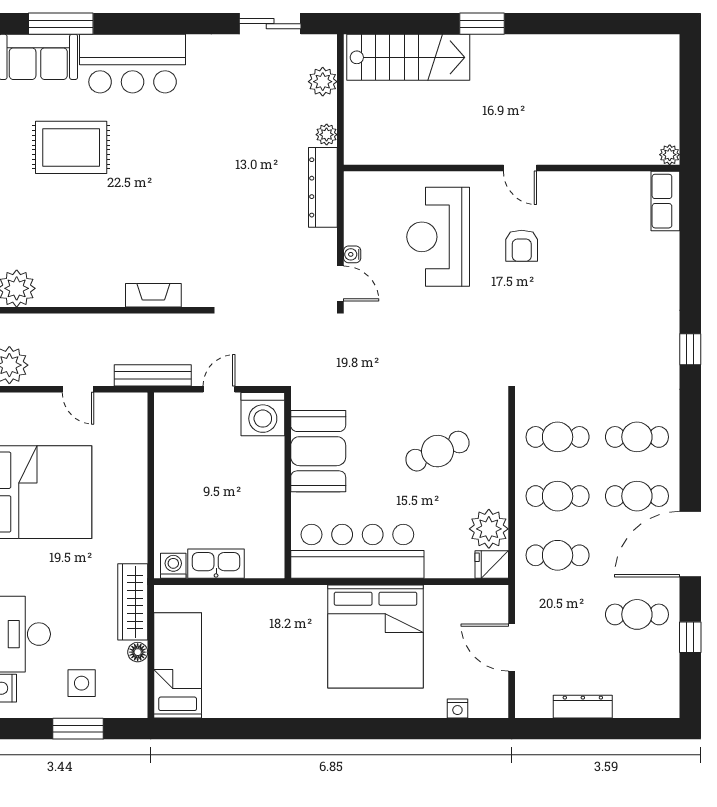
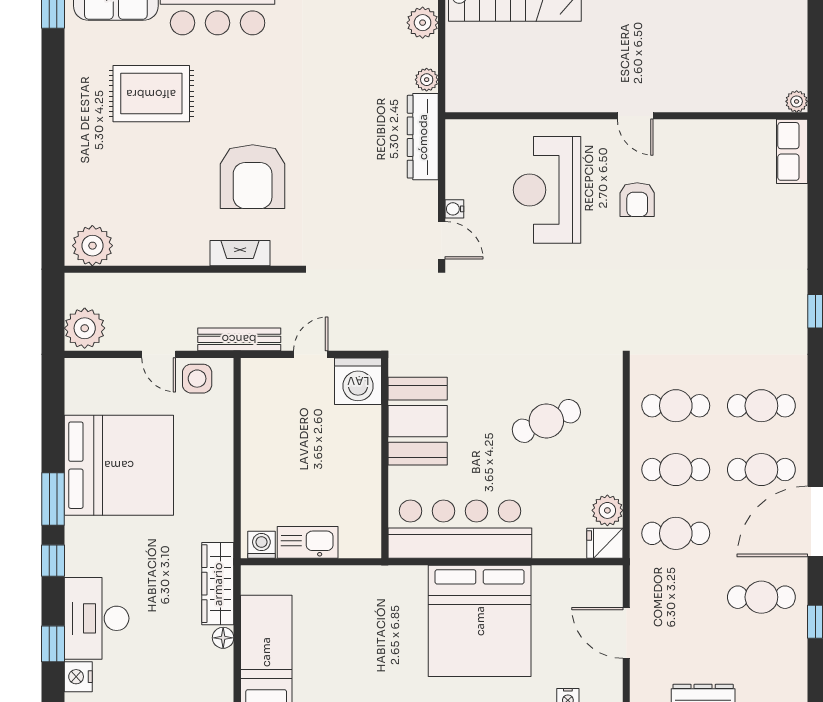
armchair: (165, 224) -> (253, 177), added
plant: (489, 529) -> (607, 510), width x0.73, depth x0.73
side table: (82, 683) -> (197, 379), moved

